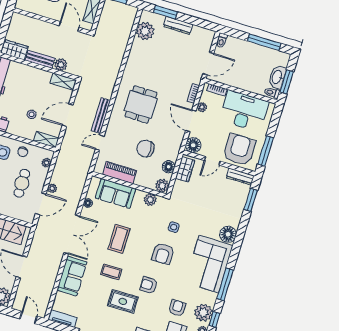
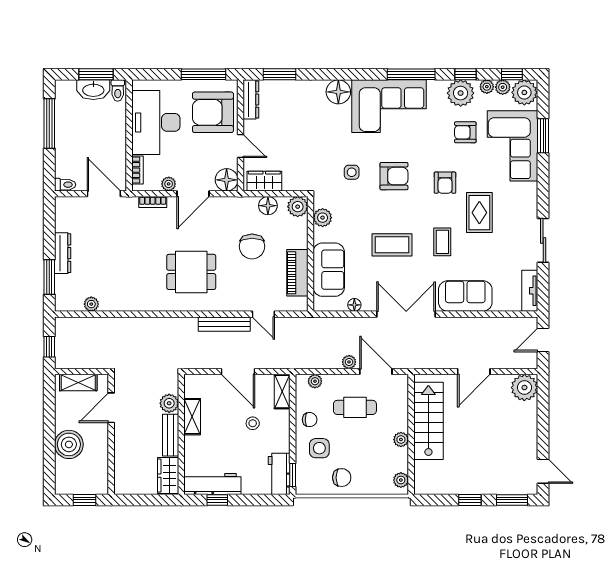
plant: (145, 31) -> (91, 304), width x0.53, depth x0.53
shelving: (63, 82) -> (192, 417), moved

